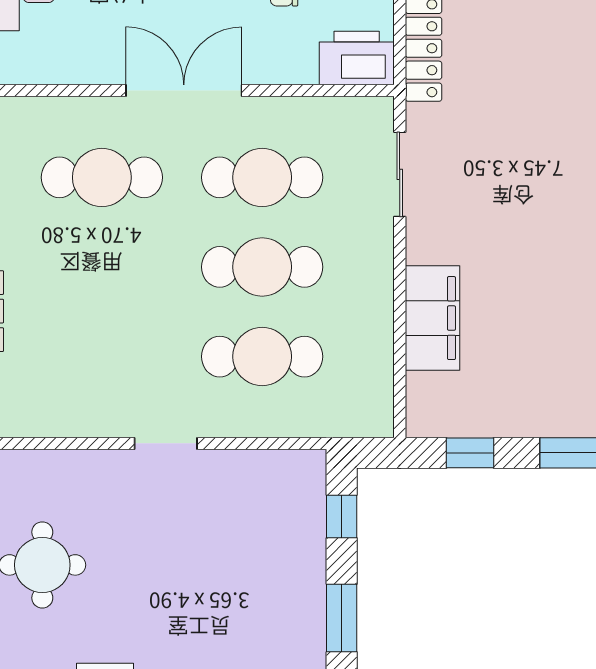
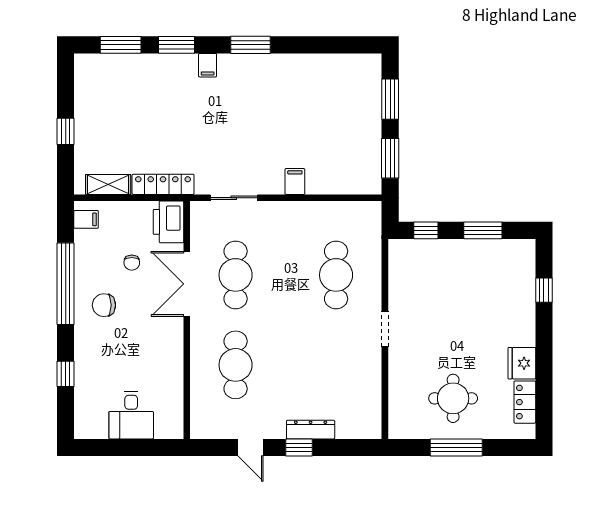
double door: (184, 91) -> (187, 284), moved
cafe table: (262, 267) -> (286, 275), removed
filing cabinet: (432, 318) -> (295, 181), width x0.33, depth x0.86
window: (470, 453) -> (390, 158), width x1.50

